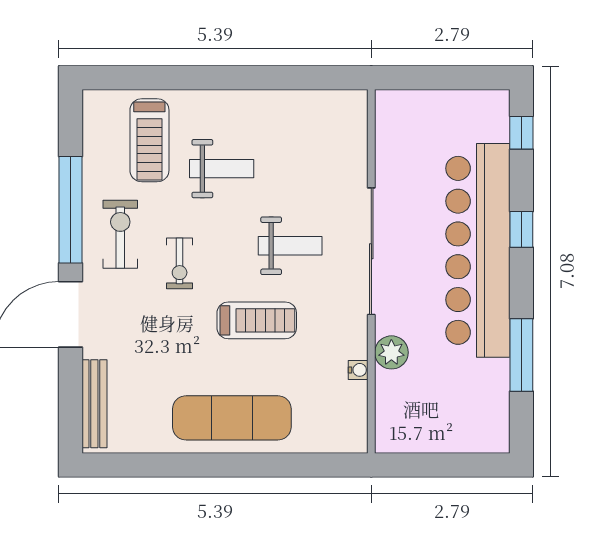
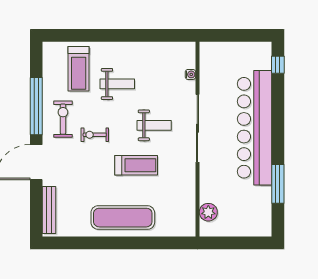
window: (521, 229) -> (278, 117), removed
exercise bike: (180, 263) -> (95, 135), turned 90
plant: (391, 352) -> (208, 212), moved
water cooler: (358, 370) -> (190, 74), moved

